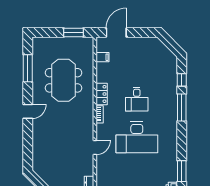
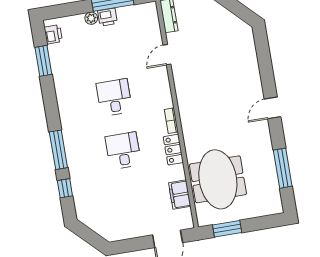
filing cabinet: (103, 57) -> (180, 195), width x2.00
meeting table: (63, 80) -> (218, 179), moved
desk: (137, 137) -> (114, 97), width x0.53, depth x0.77
door: (95, 147) -> (167, 55), moved

